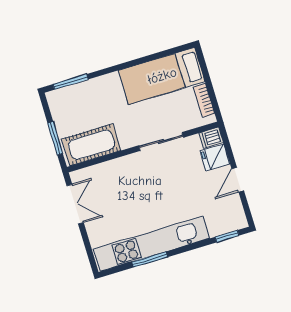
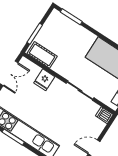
cot: (91, 145) -> (42, 55), width x0.73, depth x0.75
fridge: (215, 157) -> (44, 80), moved, turned -90

